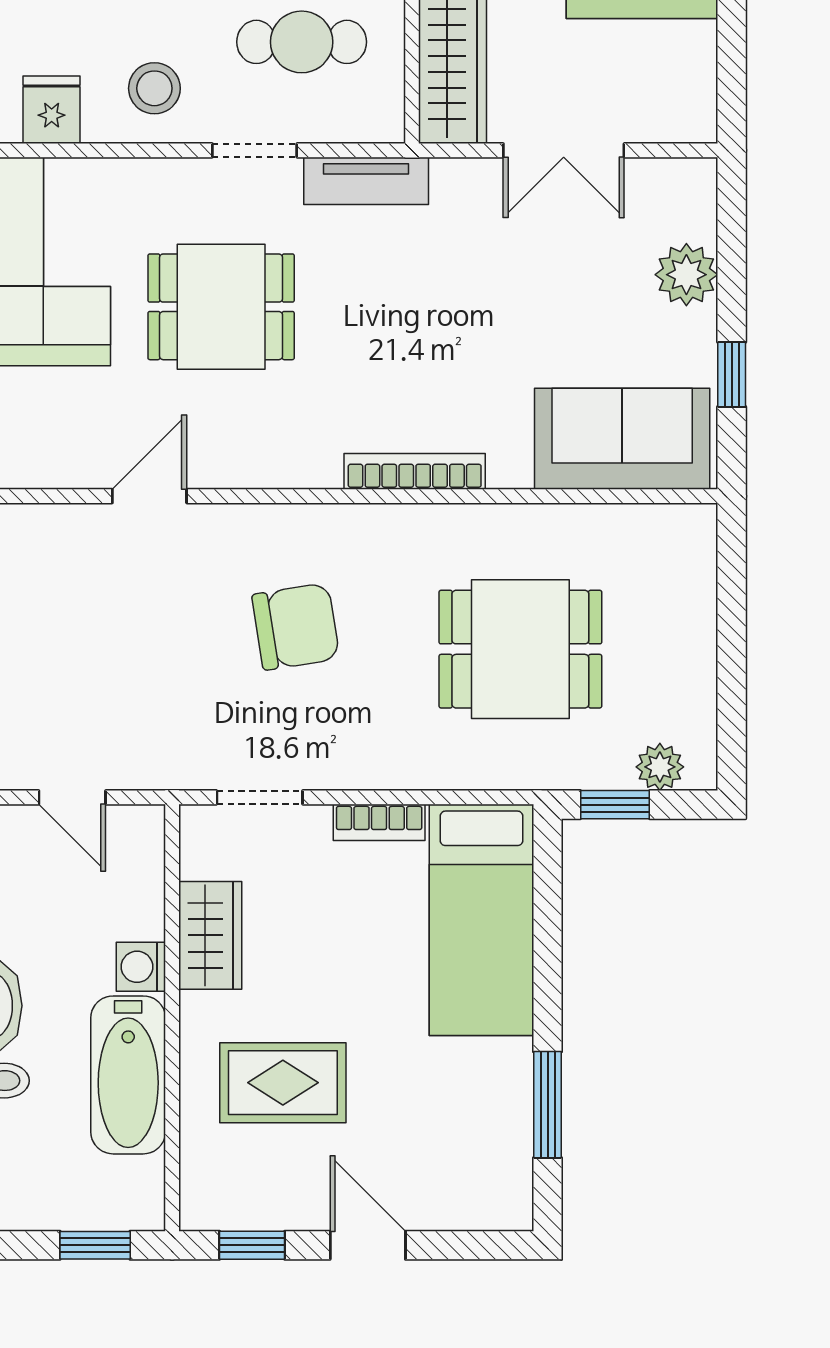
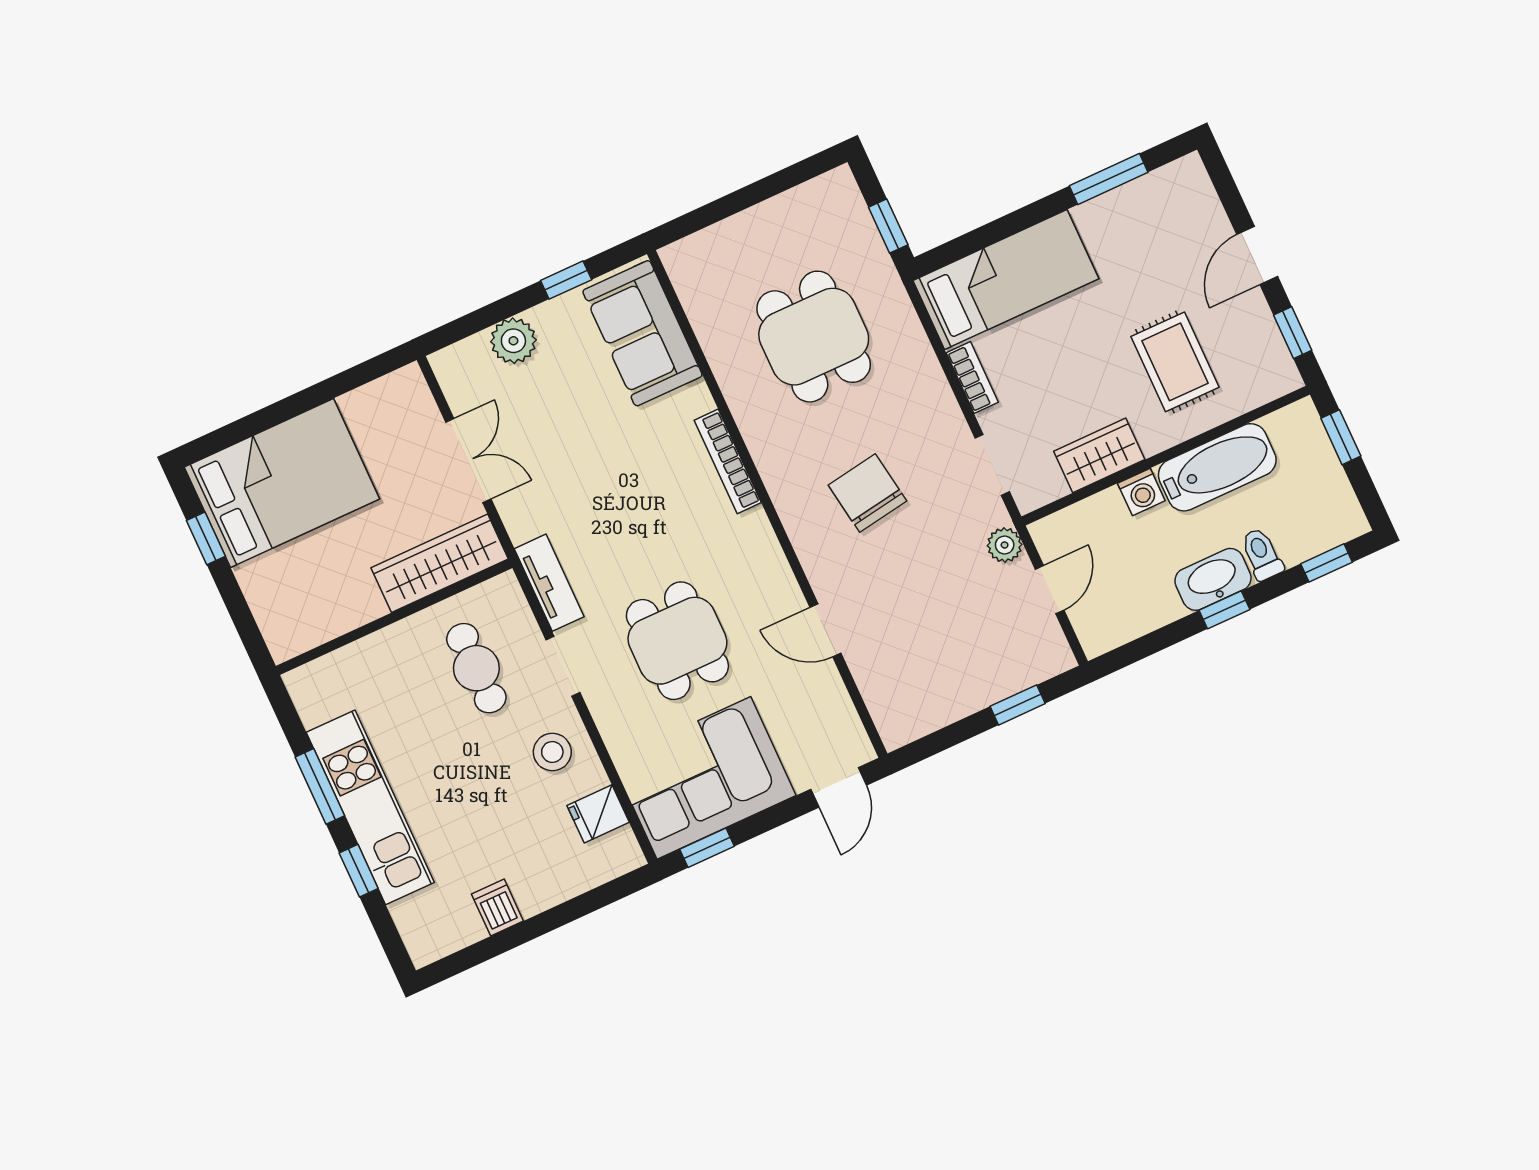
plant: (660, 767) -> (1005, 545), moved

